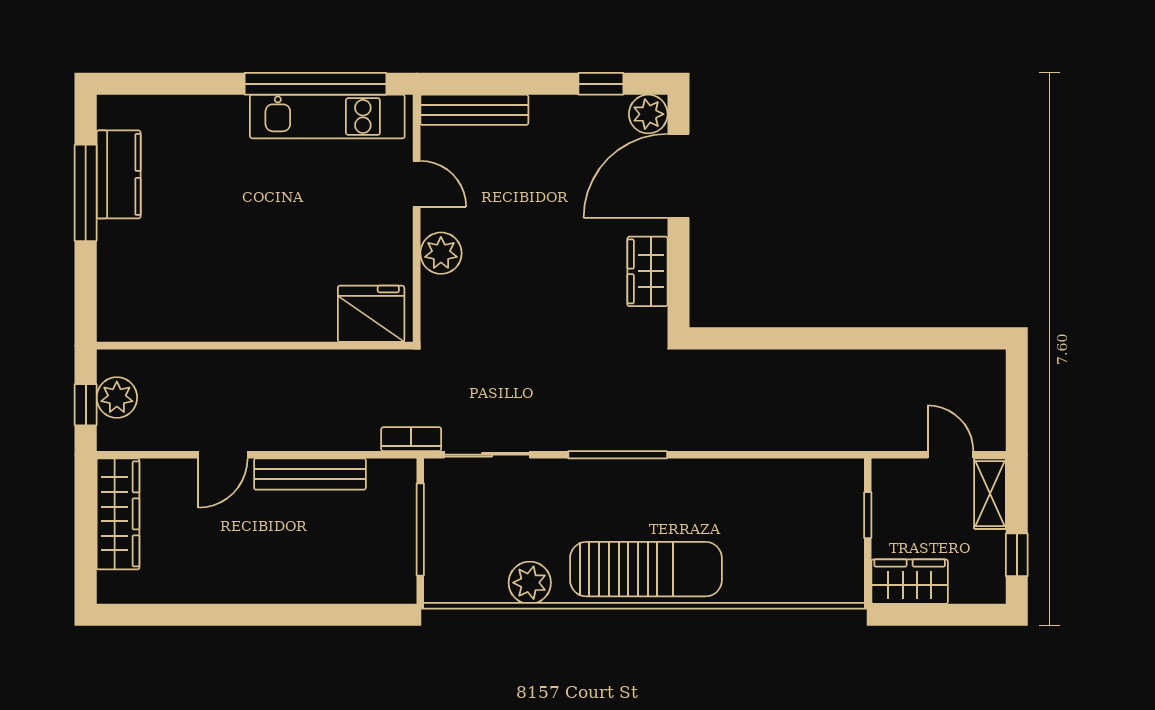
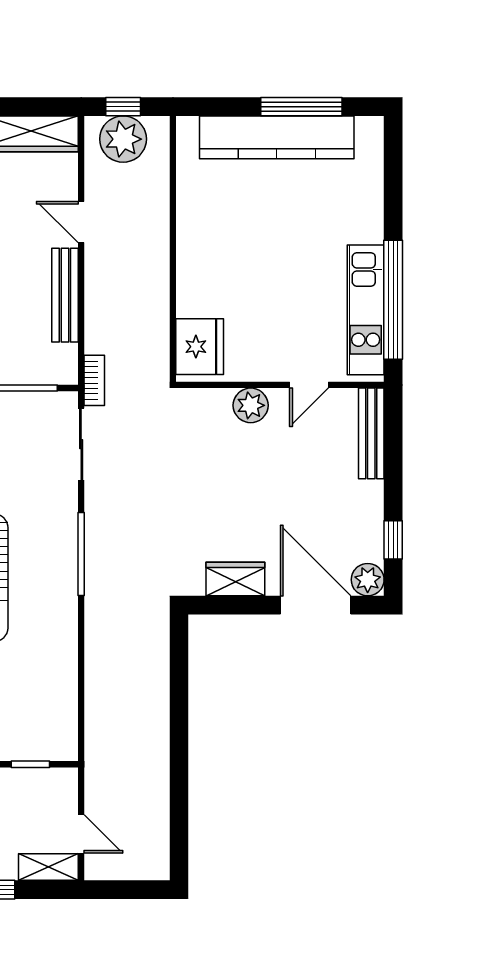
kitchen counter: (119, 174) -> (277, 137), width x2.08, depth x1.17
plant: (117, 398) -> (123, 139), width x1.36, depth x1.36
door: (950, 455) -> (81, 834), hinge flipped

